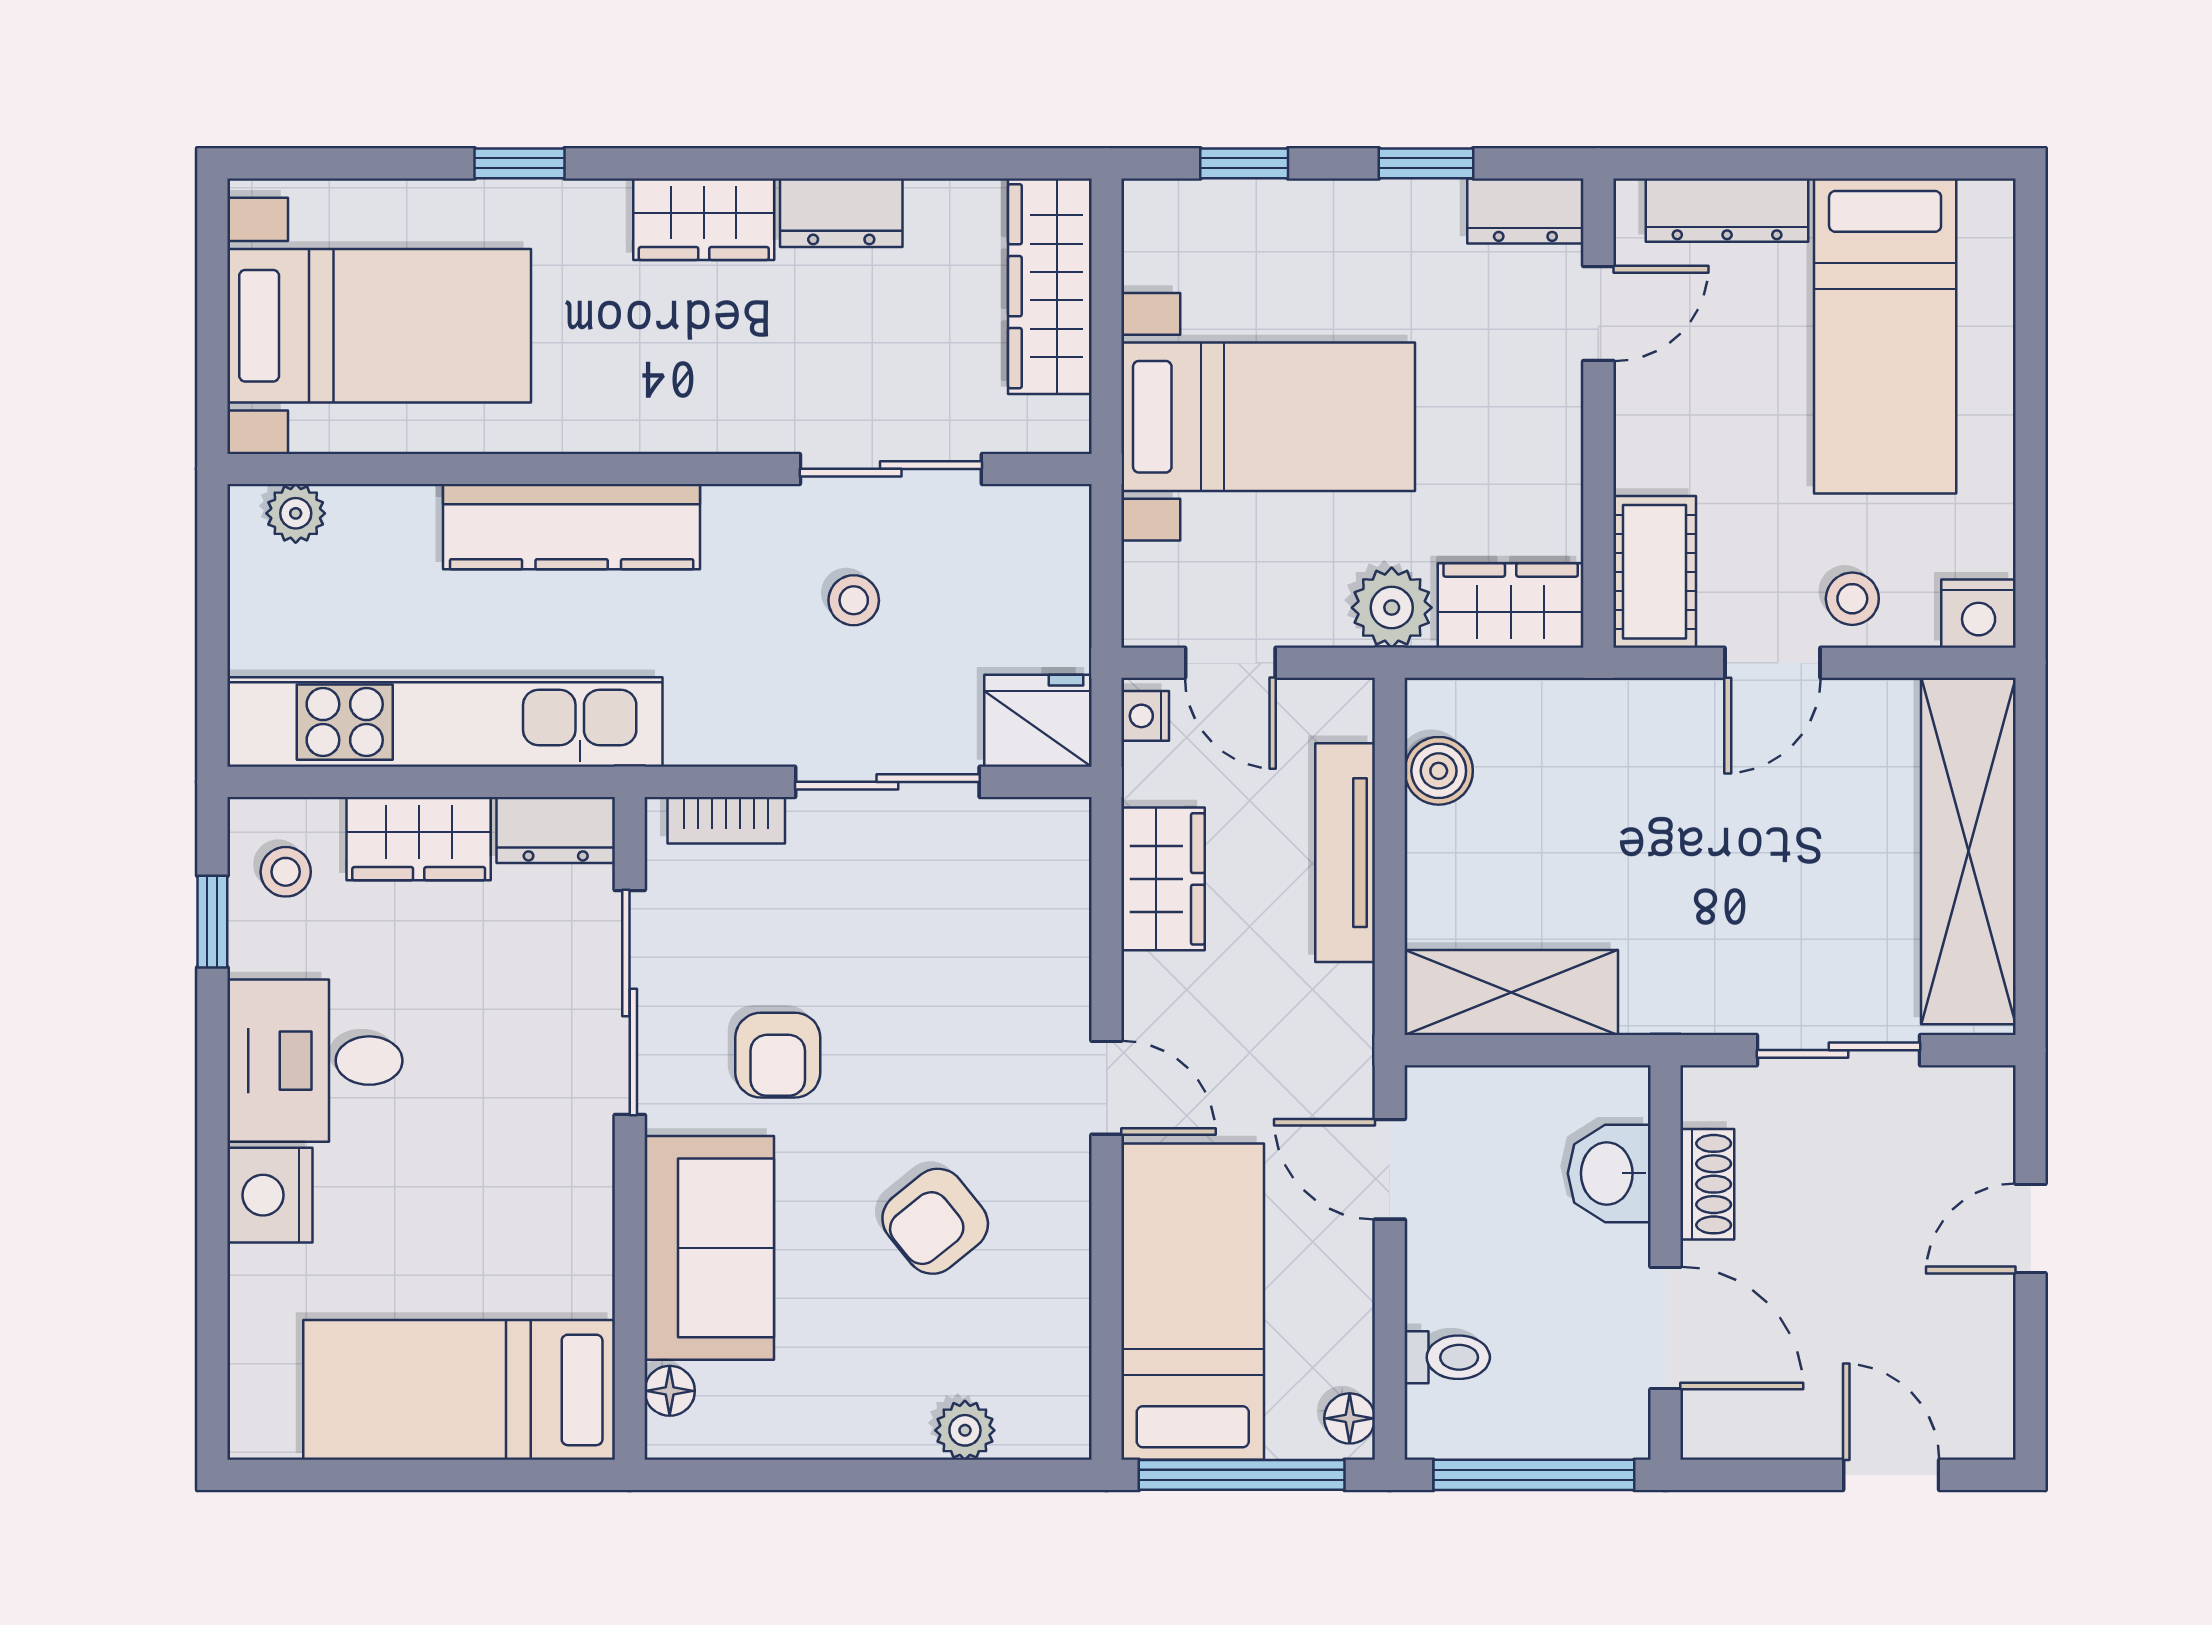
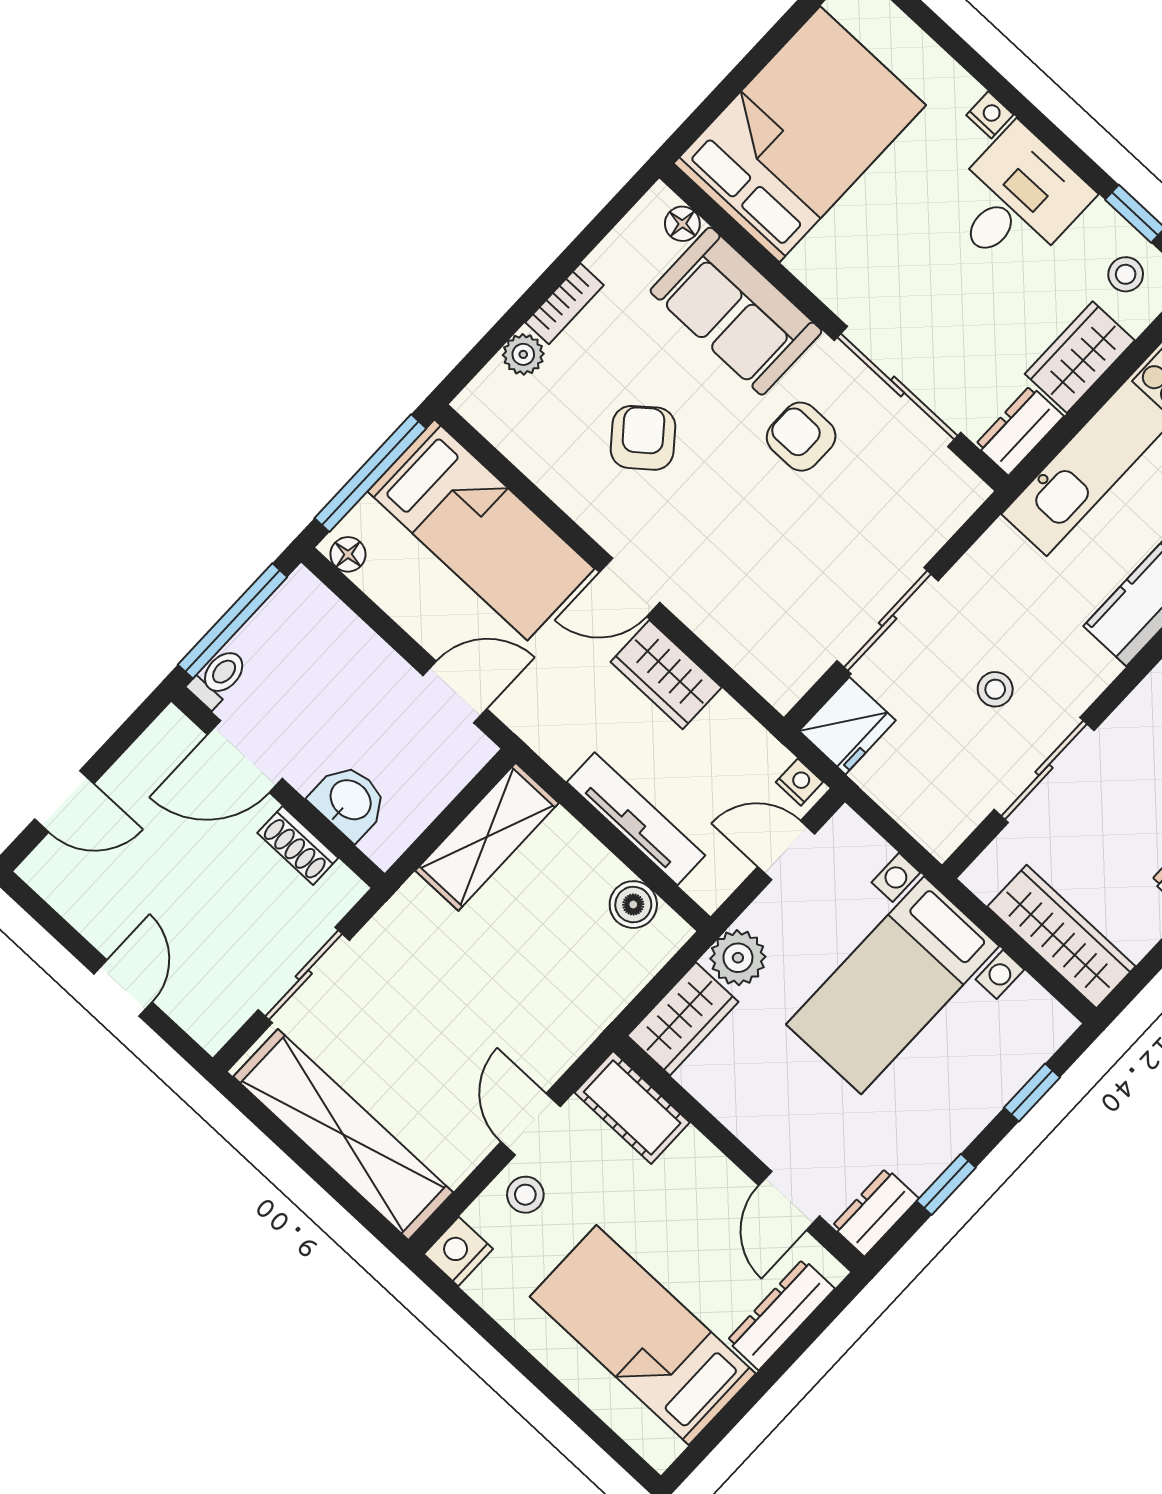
bookcase: (726, 820) -> (565, 304), moved, turned 180
wardrobe: (1163, 879) -> (666, 675), moved
nightstand: (270, 1195) -> (990, 115), width x0.53, depth x0.56
toilet: (1447, 1357) -> (218, 678), moved, turned 180
bed: (459, 1390) -> (800, 134), width x1.50

